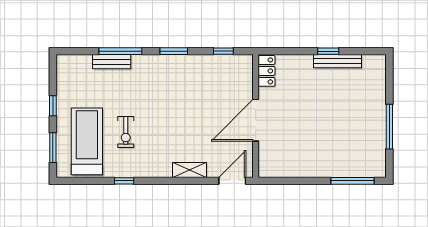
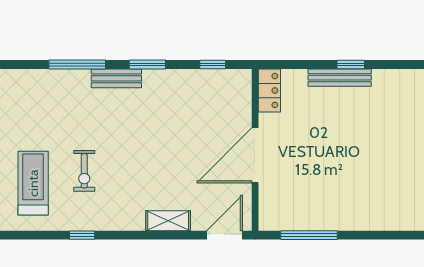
bench: (337, 61) -> (340, 78), moved
bench: (112, 62) -> (116, 78), moved
treadmill: (87, 141) -> (33, 183), width x0.73, depth x0.73
window: (353, 181) -> (309, 235), moved

